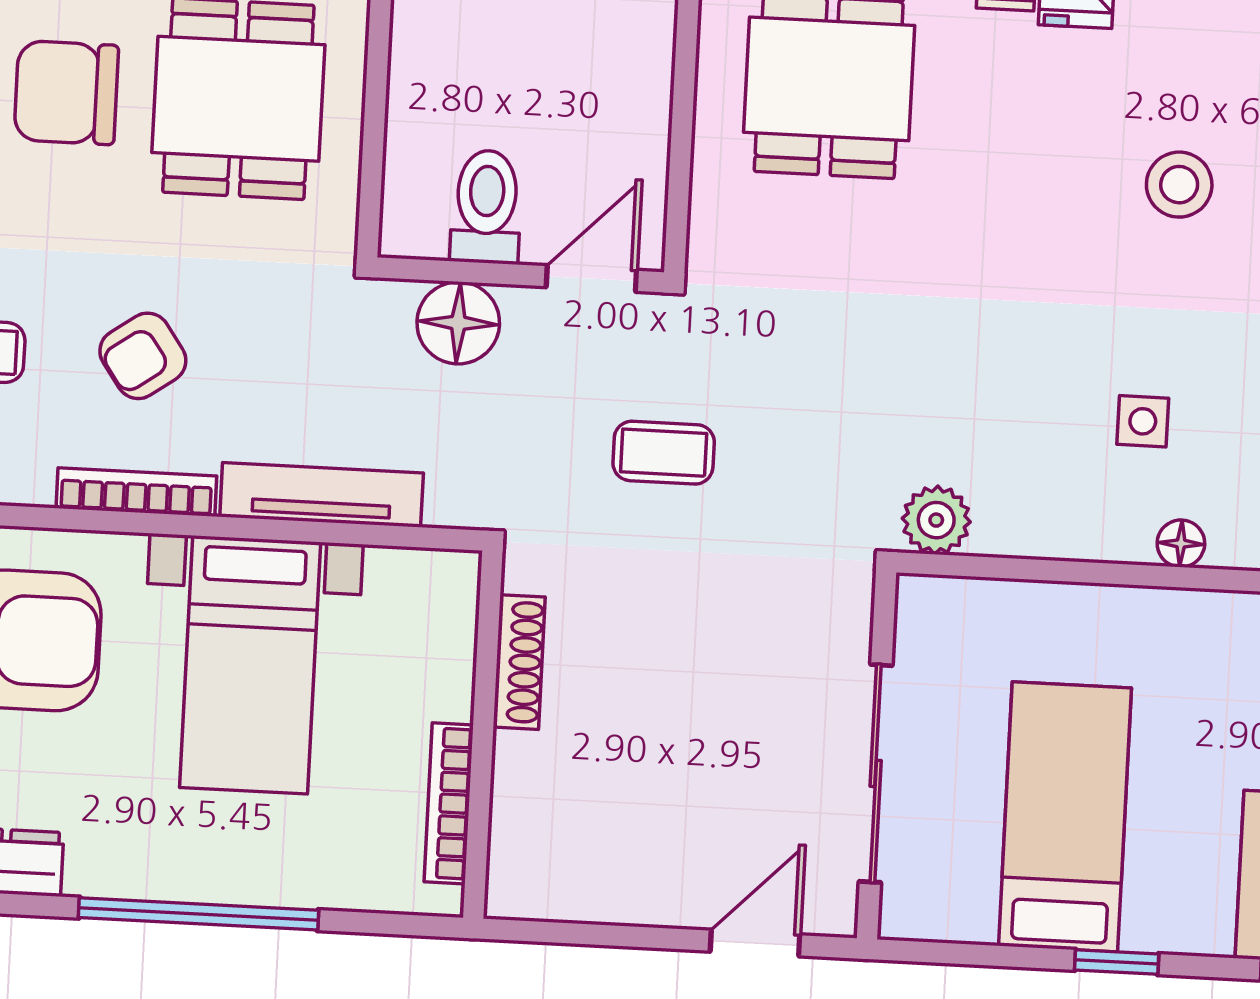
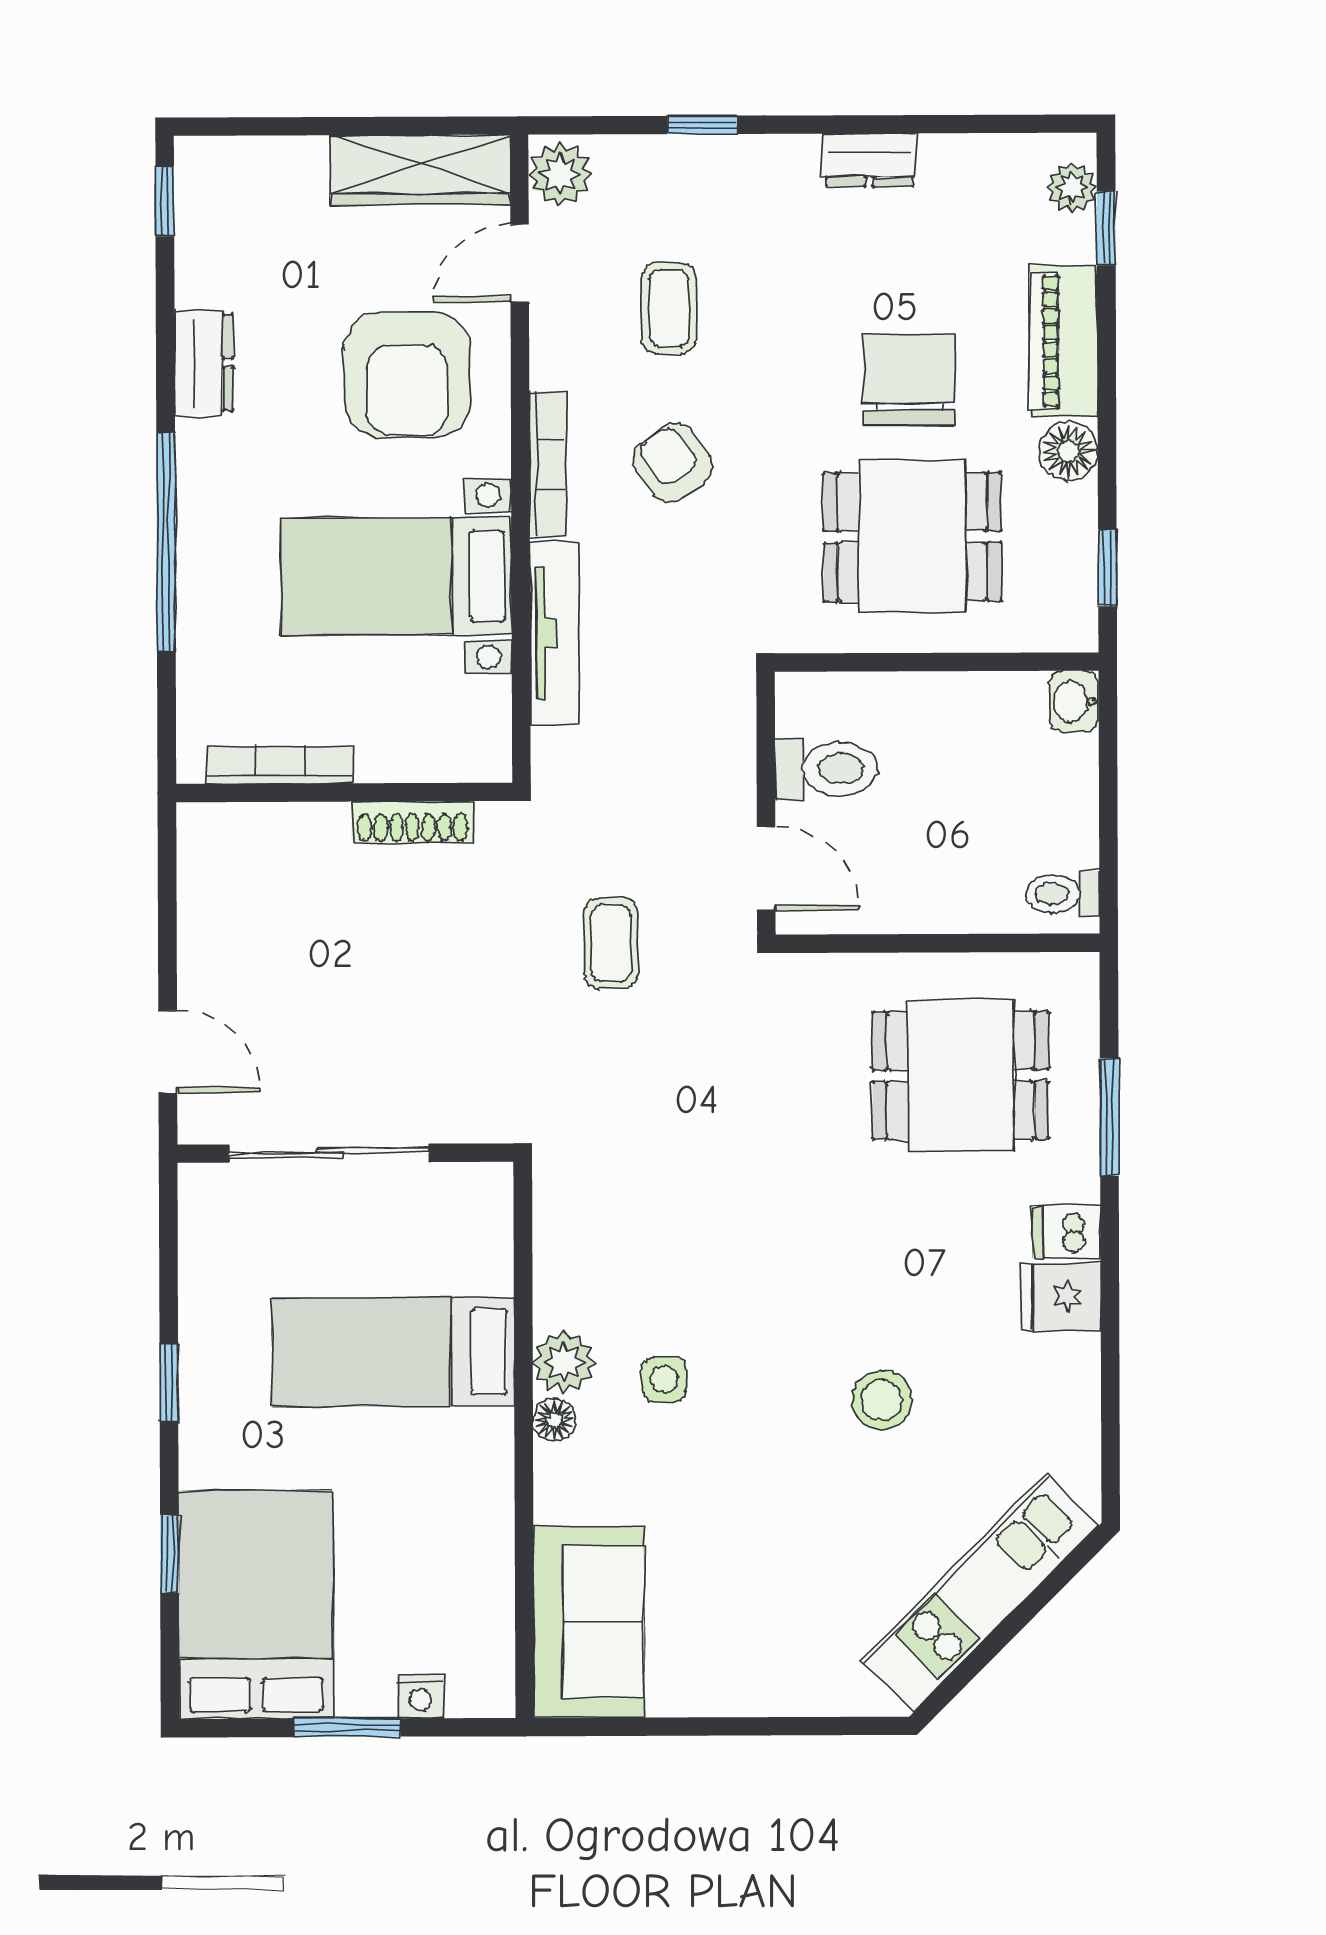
floor lamp: (458, 323) -> (719, 749), removed
plant: (936, 520) -> (564, 1362), moved
bed: (1065, 817) -> (393, 1352), moved, turned 180

